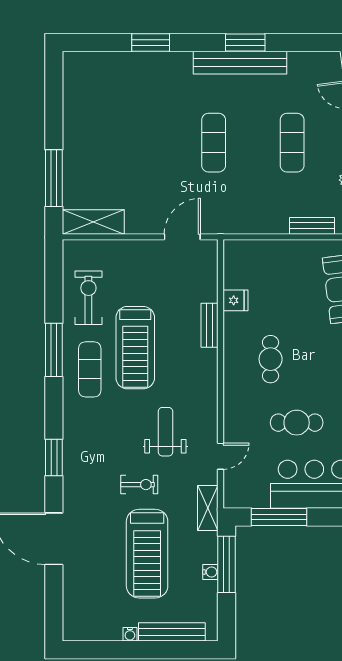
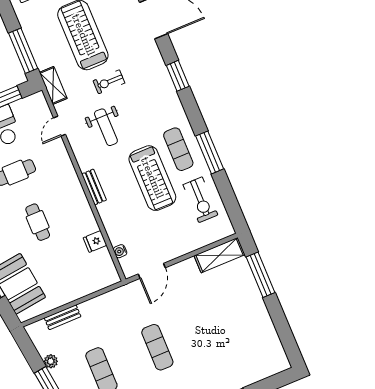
bench: (210, 325) -> (94, 187), moved
treadmill: (135, 348) -> (152, 178), turned 180
cafe table: (271, 359) -> (38, 222), moved
water cooler: (210, 572) -> (120, 251), moved

